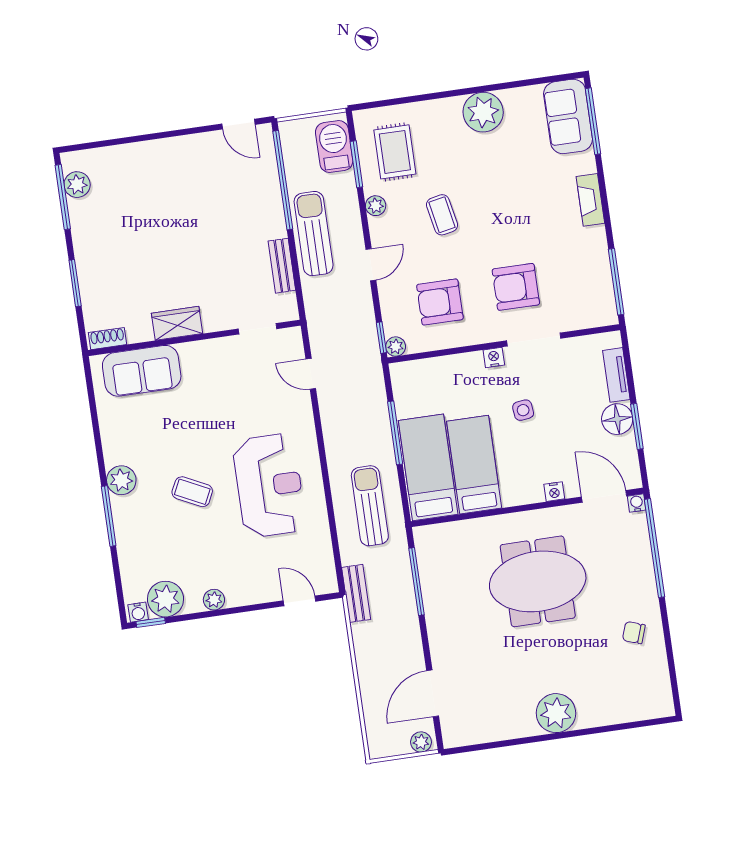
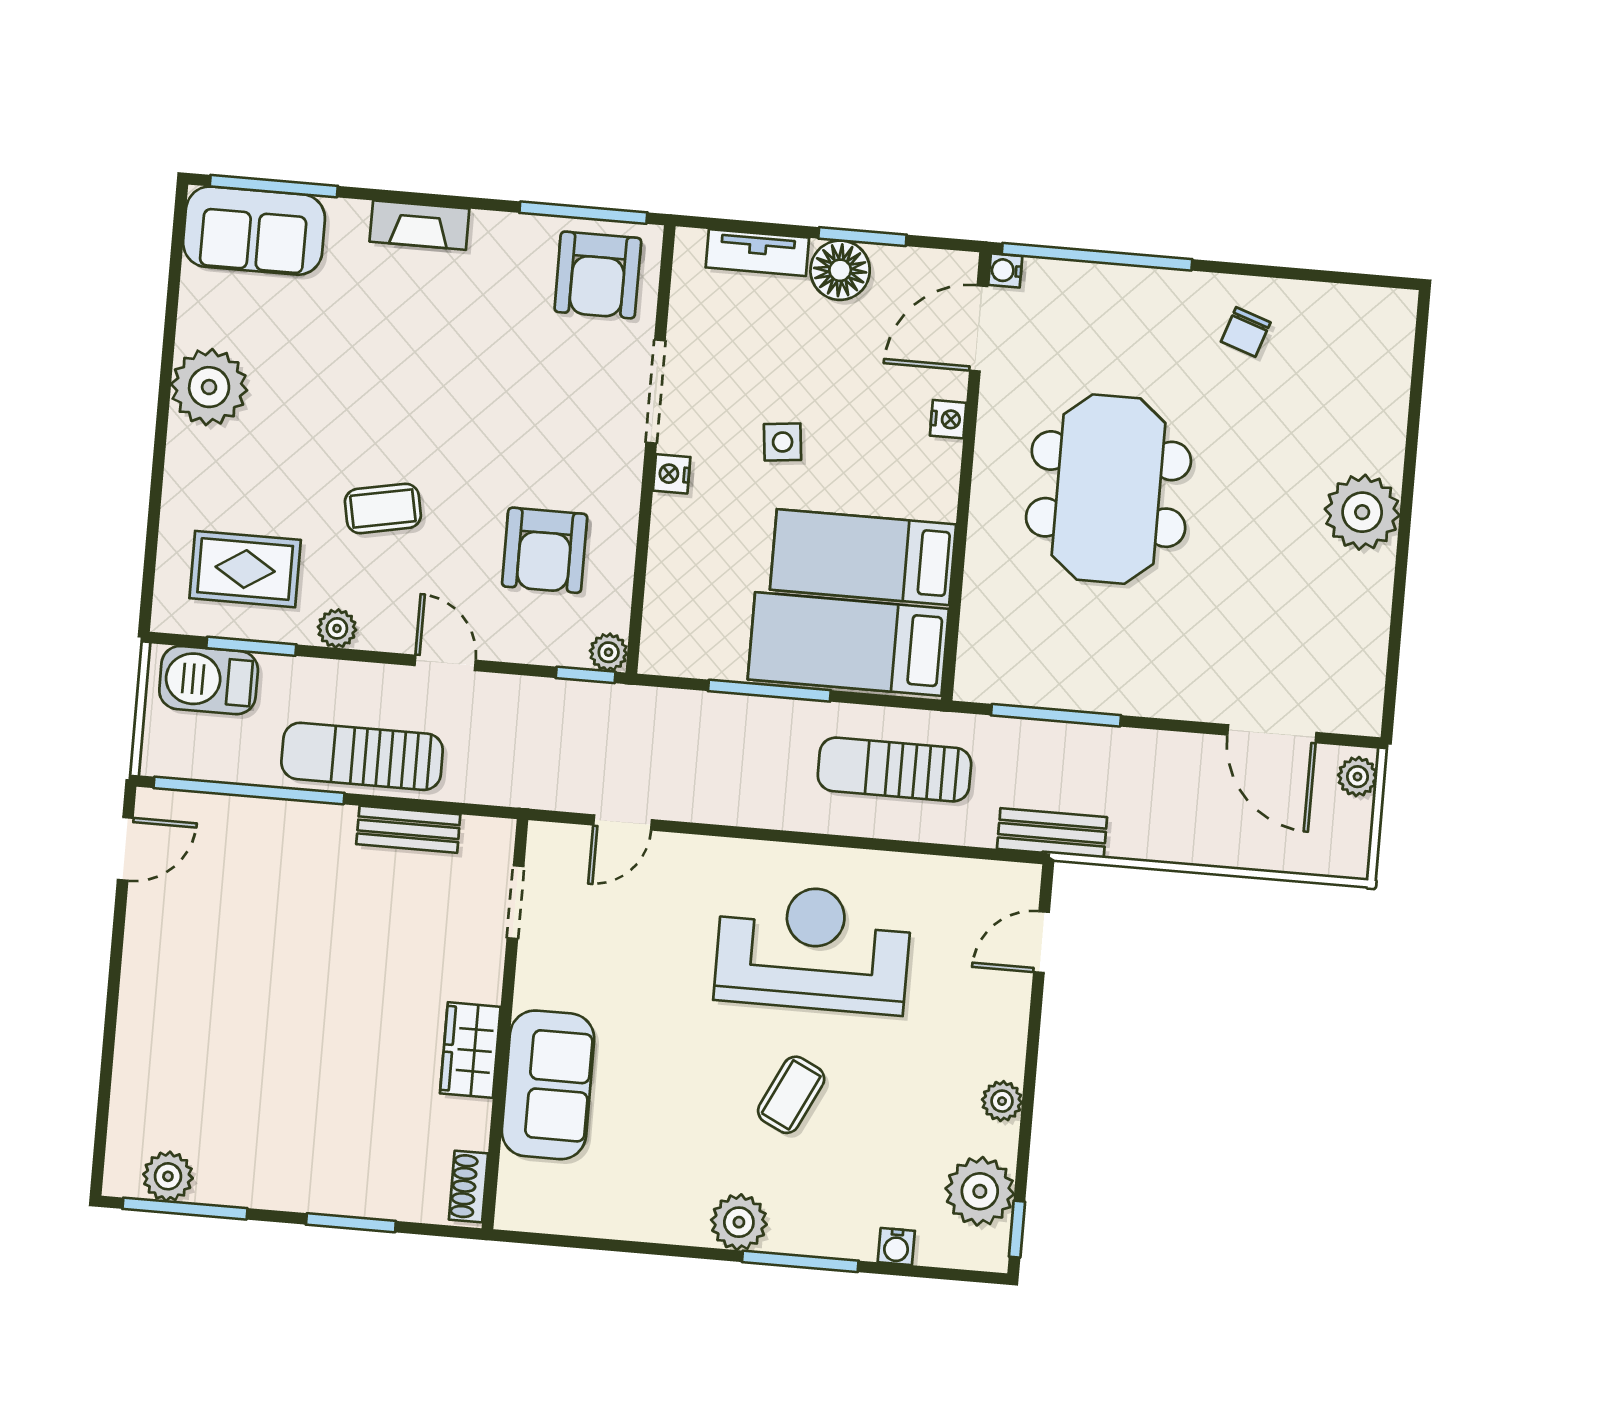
armchair: (516, 287) -> (598, 275), moved
sofa: (142, 371) -> (548, 1085), moved
water cooler: (138, 612) -> (896, 1247), moved, turned 90

